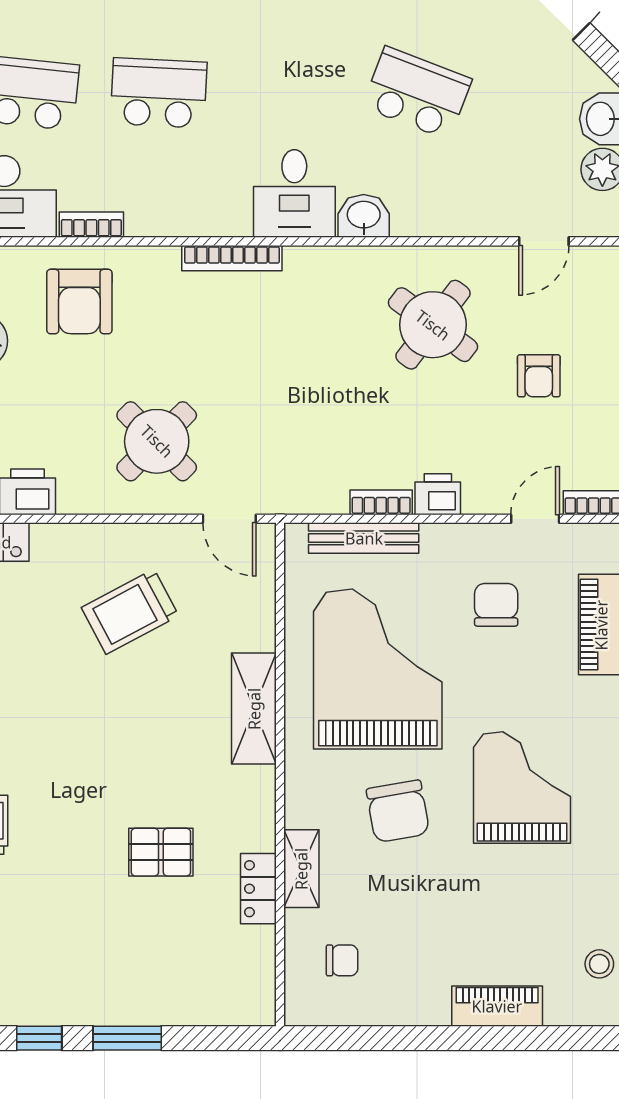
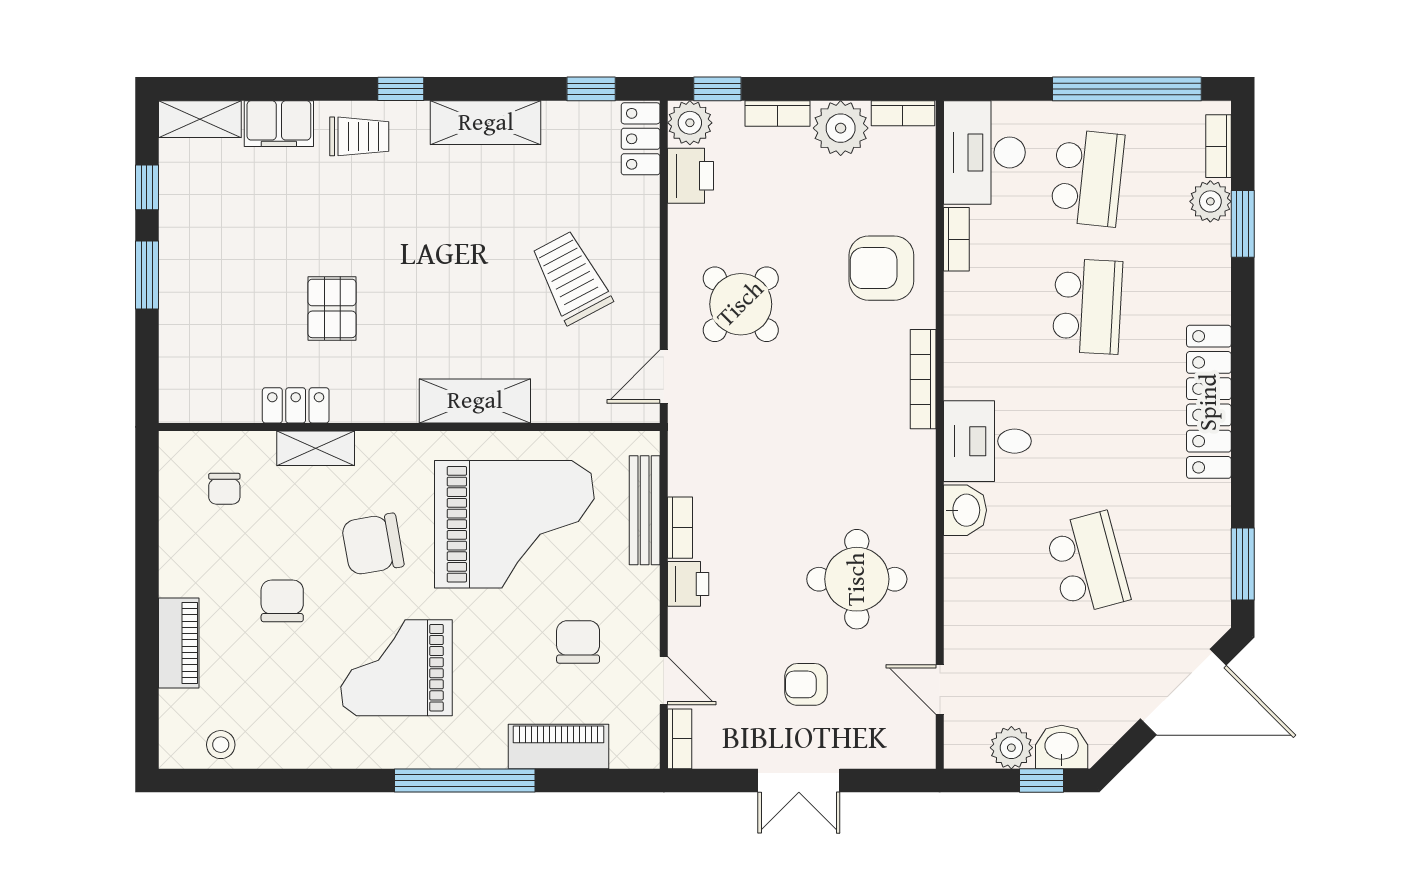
school desk: (417, 93) -> (1087, 563), turned -36
armchair: (79, 302) -> (881, 268), moved
round table: (433, 325) -> (857, 579), turned -37
chair: (496, 605) -> (578, 642), turned -90
grand piano: (522, 787) -> (396, 668), turned 180
chair: (455, 902) -> (282, 601), added

